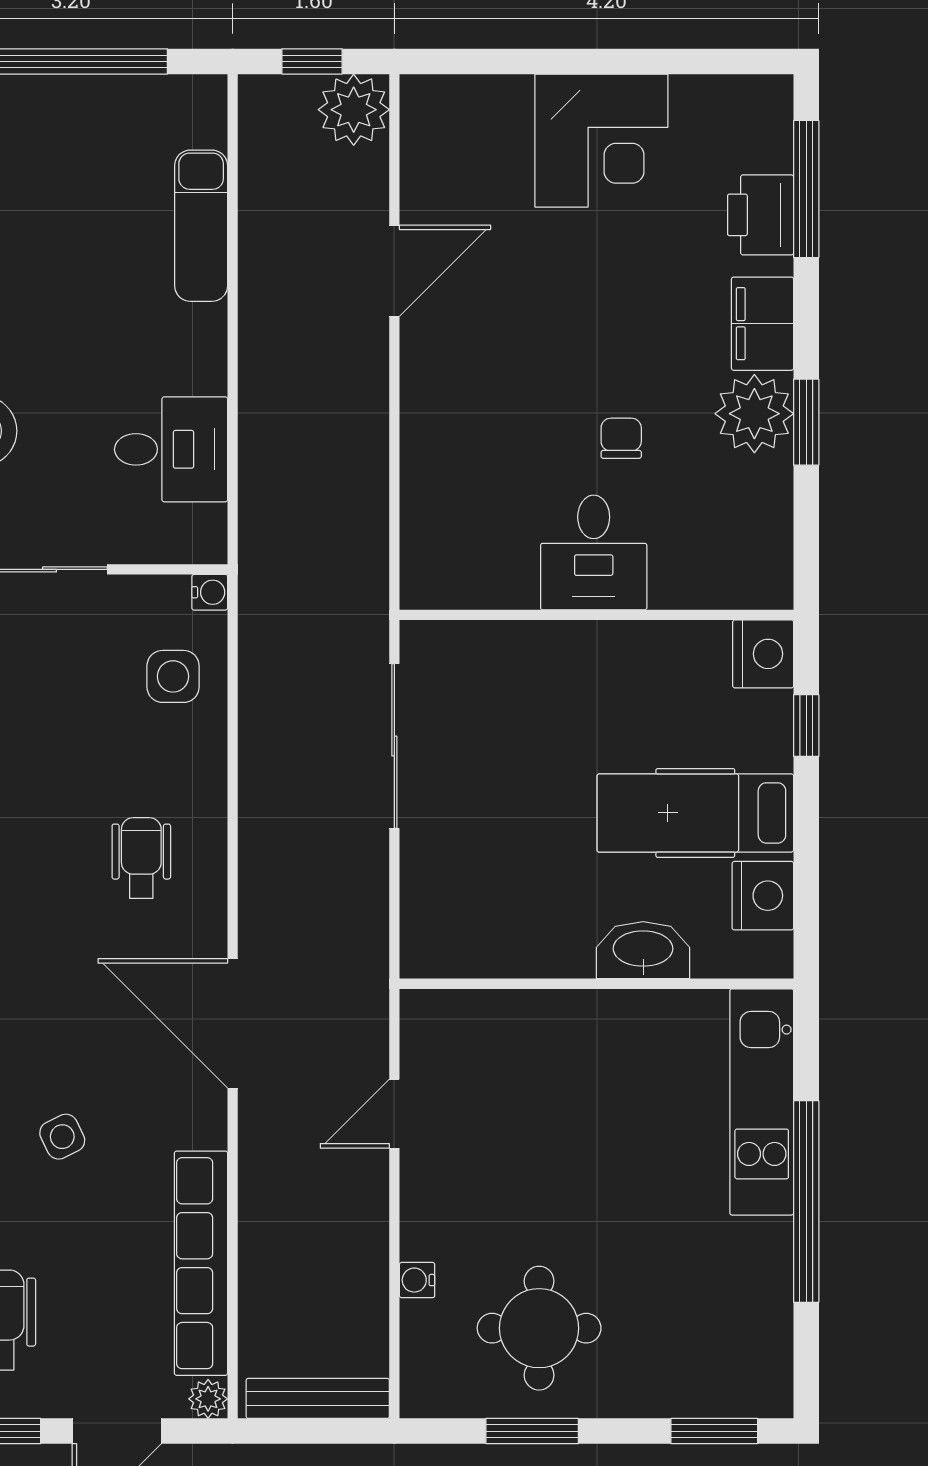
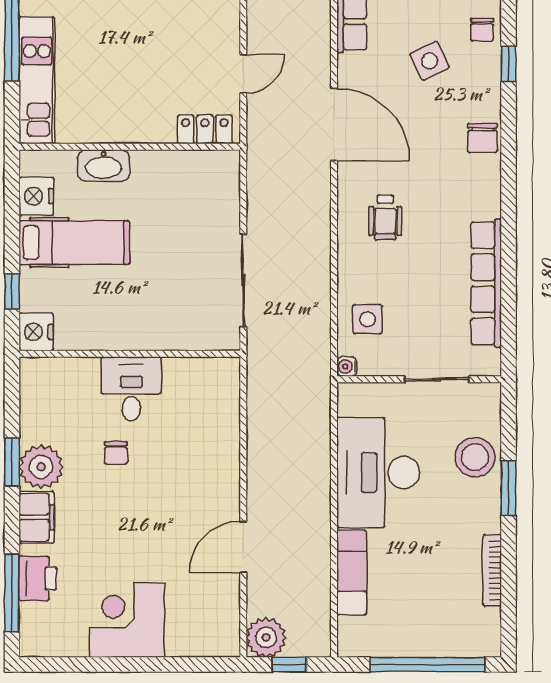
desk: (171, 449) -> (378, 472), width x1.87, depth x1.30
locker: (463, 1015) -> (205, 129), added
side table: (62, 1137) -> (430, 61), width x1.37, depth x1.37

